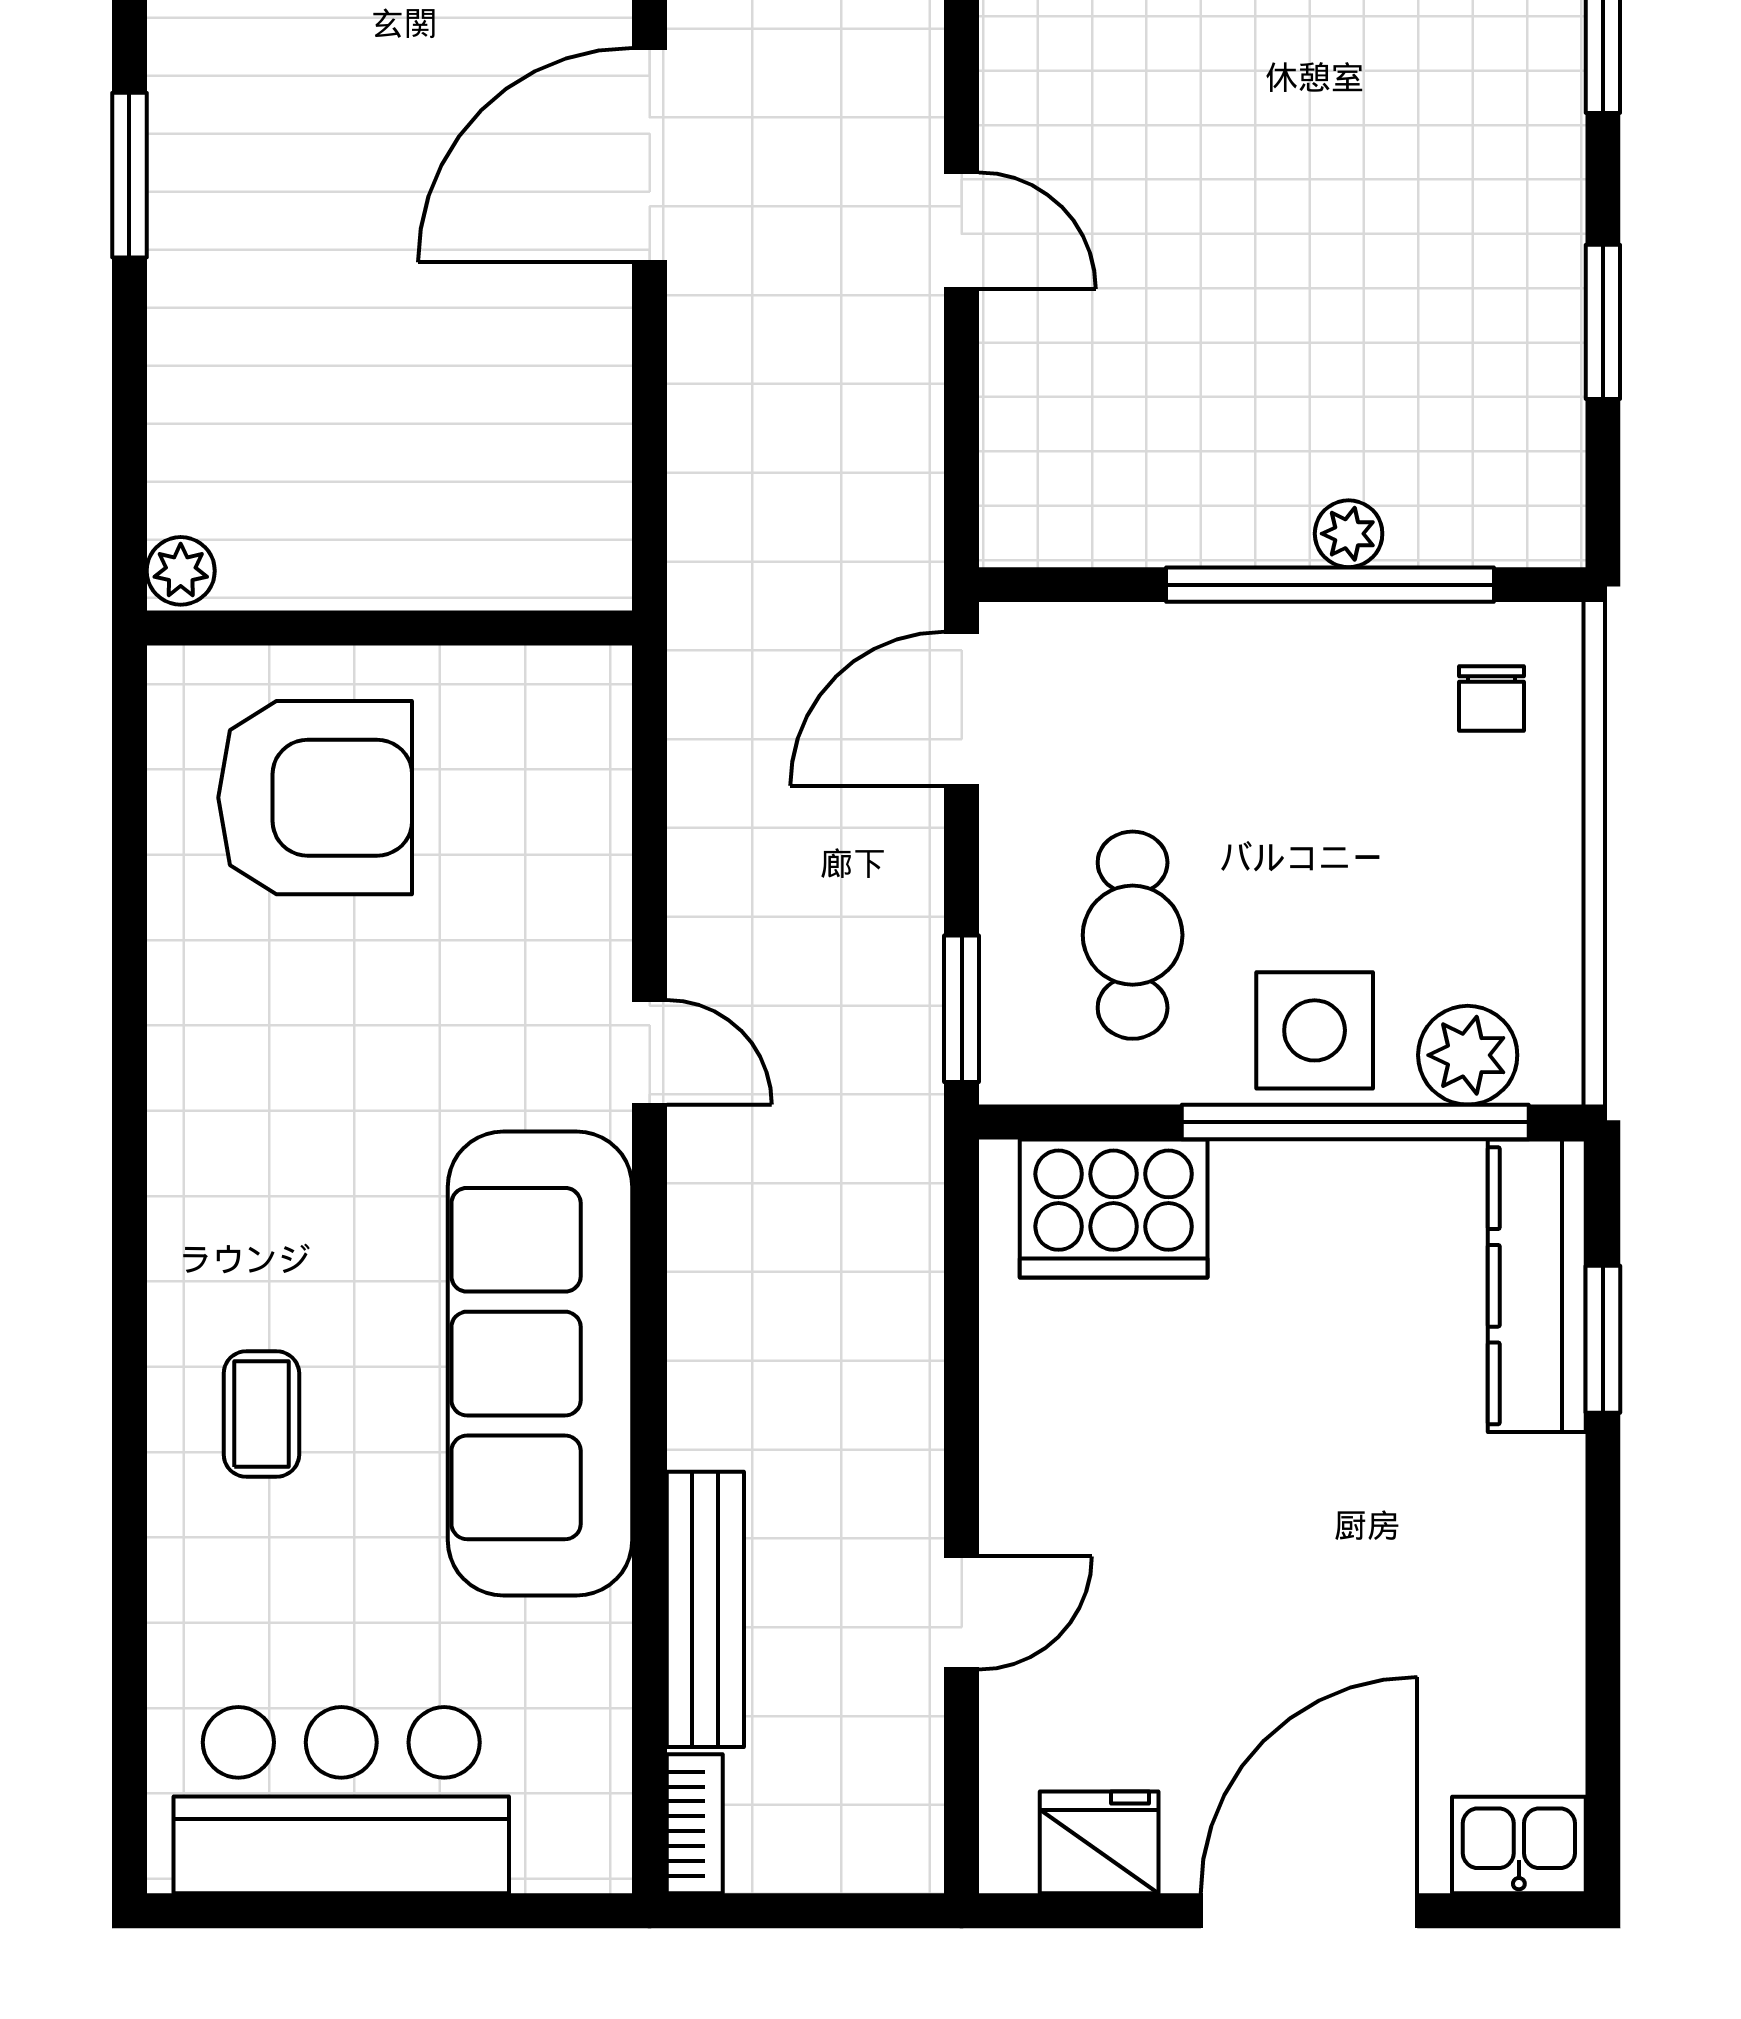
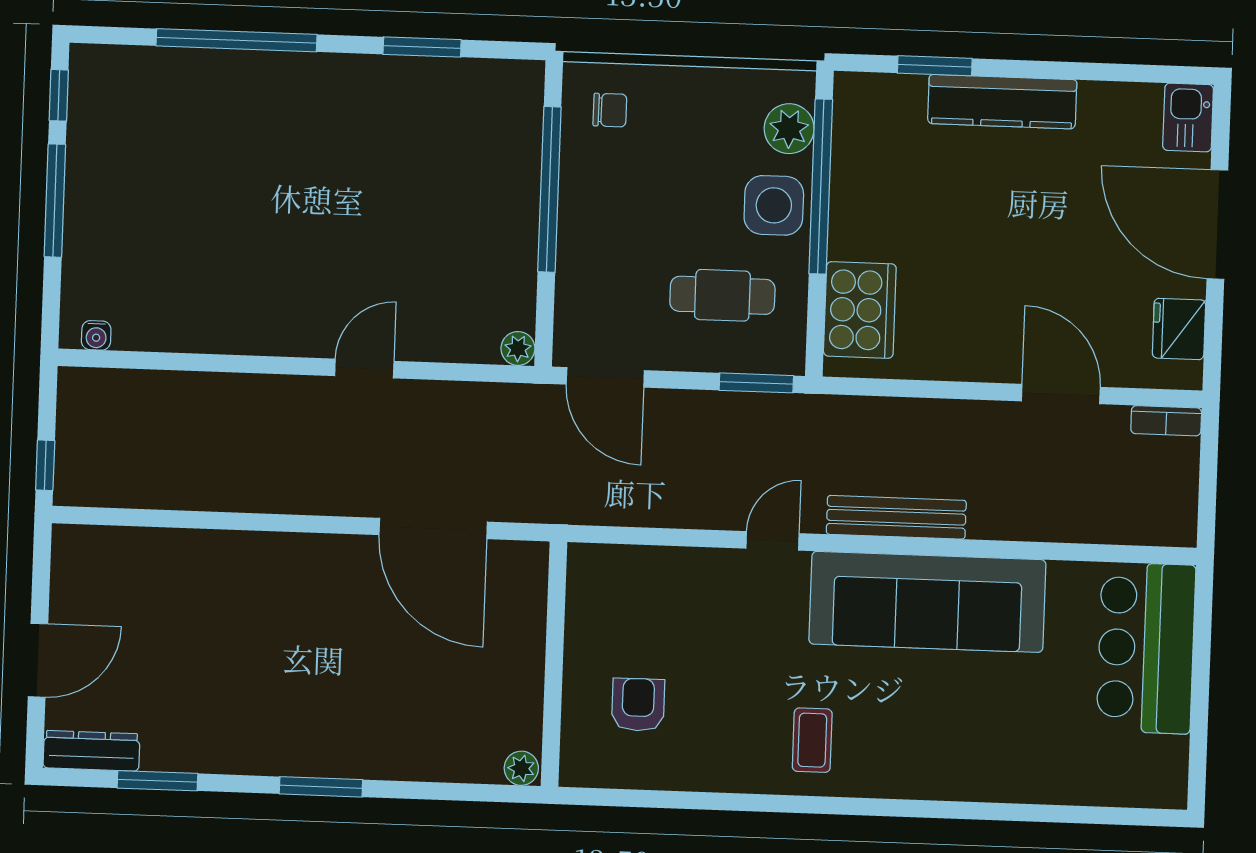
door: (650, 155) -> (433, 528), moved
plant: (1349, 534) -> (518, 348), moved
armchair: (315, 798) -> (638, 705), width x0.53, depth x0.53
kitchen counter: (1537, 1286) -> (1002, 102), moved
coffee table: (261, 1414) -> (812, 740), moved, turned 90
bench: (705, 1609) -> (896, 517), moved
door: (962, 1613) -> (1061, 394), width x1.38
bar counter: (341, 1800) -> (1146, 648), moved
bookcase: (695, 1824) -> (1166, 421), moved, turned 180

